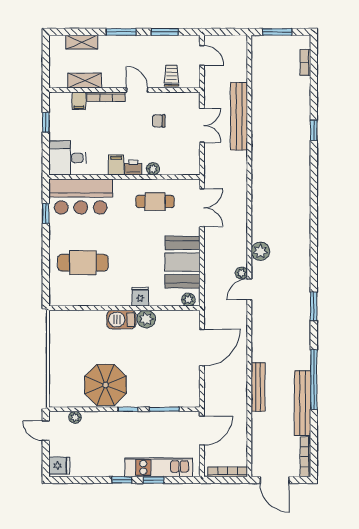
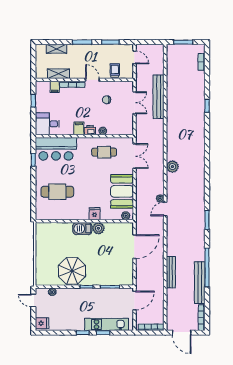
plant: (260, 251) -> (172, 167), moved

